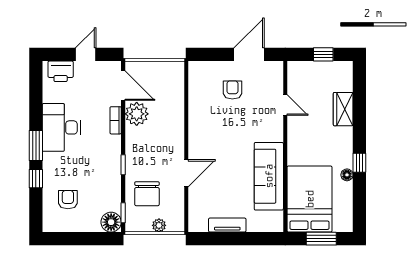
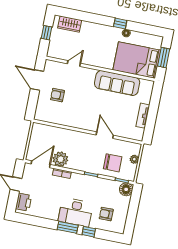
wardrobe: (343, 109) -> (70, 24), moved
desk: (61, 127) -> (76, 212), moved

